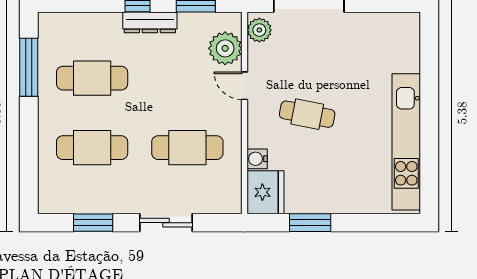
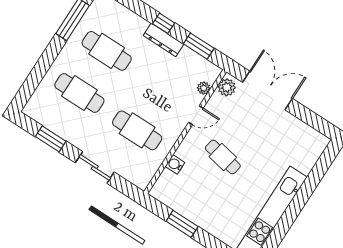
plant: (225, 48) -> (204, 88), width x0.53, depth x0.53
door: (244, 86) -> (196, 115), swing flipped
fridge: (265, 192) -> (167, 188), removed

